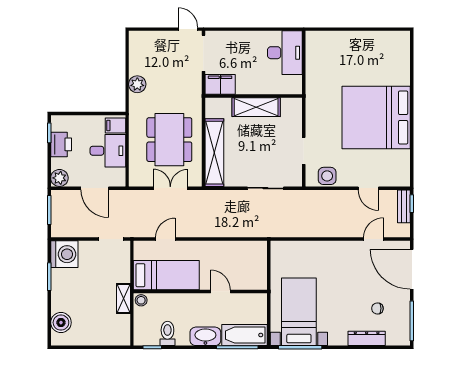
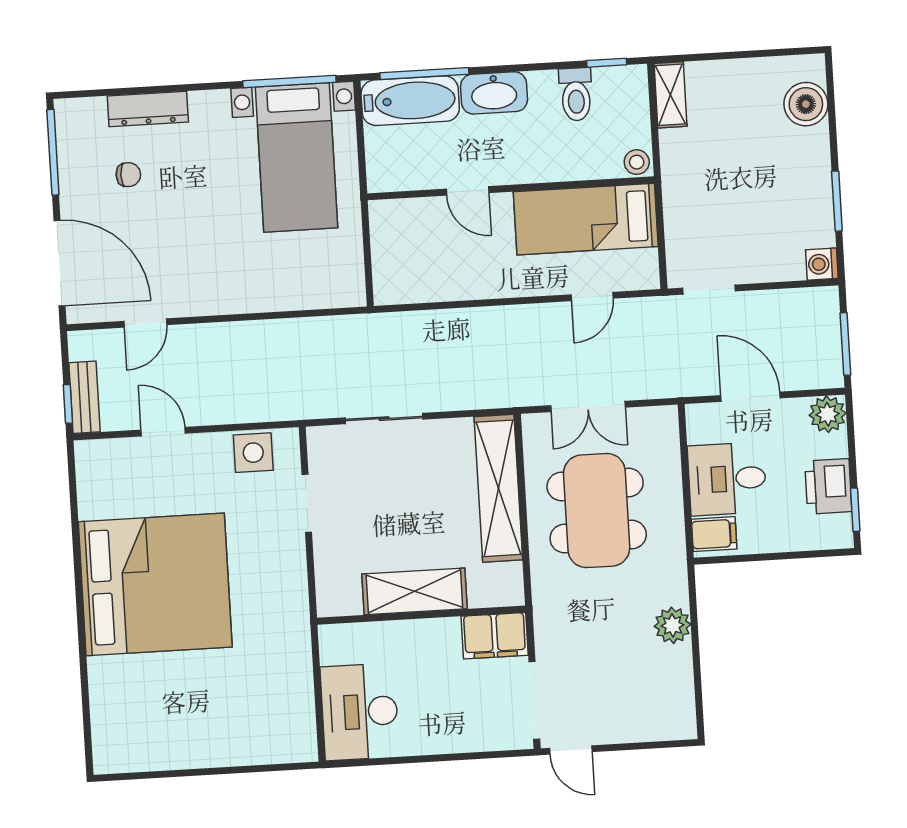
washing machine: (64, 254) -> (822, 264), width x0.53, depth x0.53
shelving: (124, 298) -> (671, 95), moved

